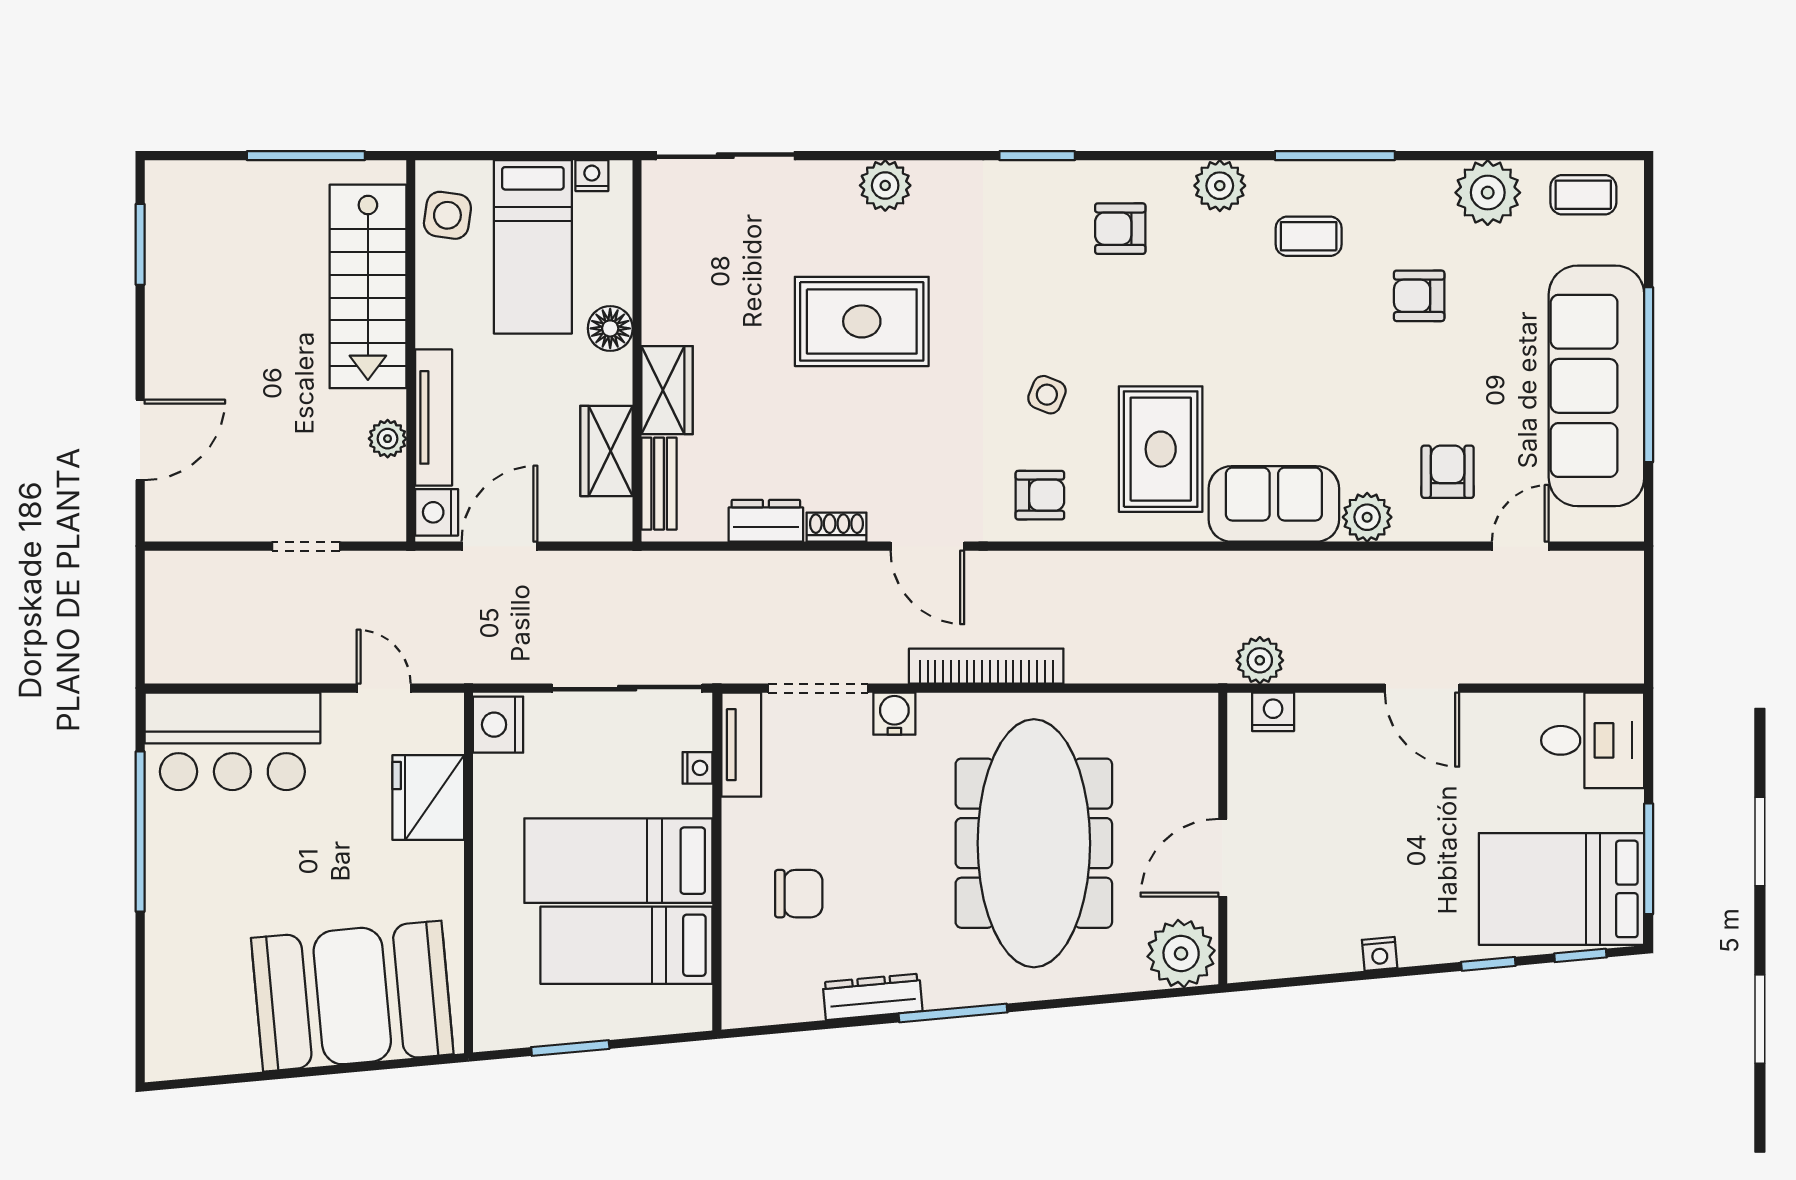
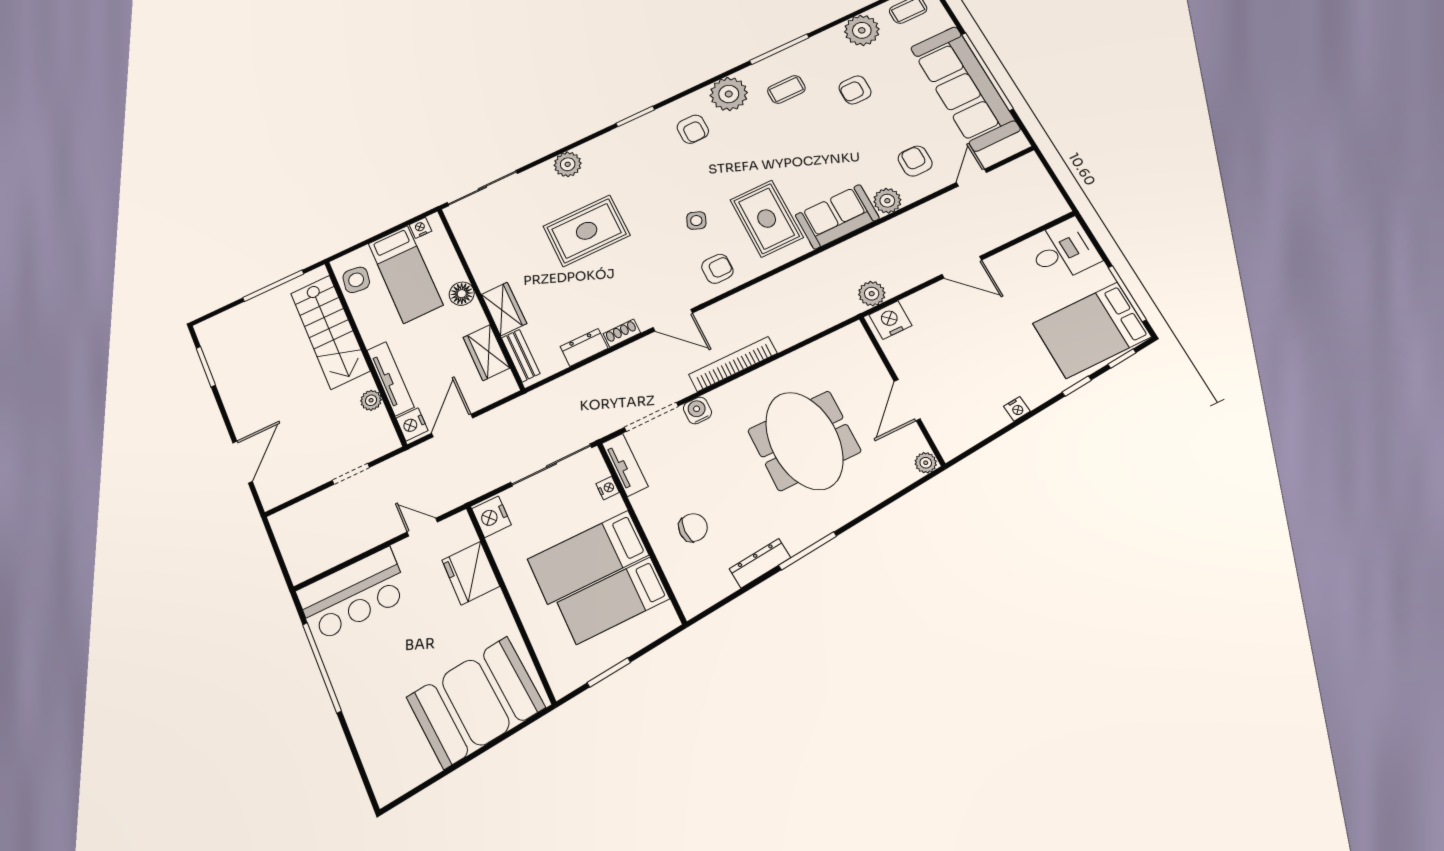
plant: (1220, 186) -> (729, 94), width x1.36, depth x1.36
armchair: (1120, 229) -> (693, 129), turned -90
nightstand: (1273, 712) -> (890, 320), width x1.36, depth x1.33
meeting table: (1034, 843) -> (804, 441), width x0.73
plant: (1181, 954) -> (926, 463), width x0.53, depth x0.53

